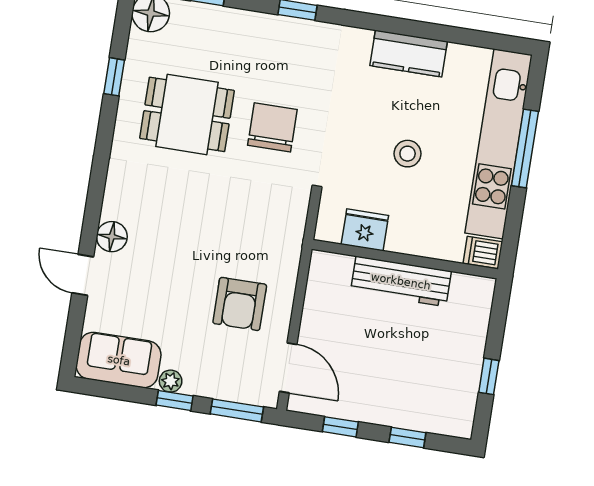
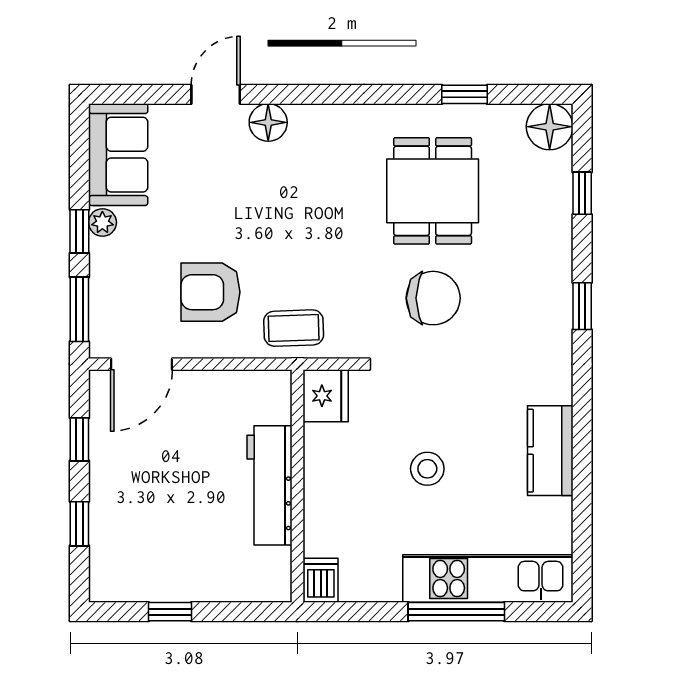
kitchen unit: (499, 144) -> (488, 578), width x0.73
fridge: (365, 230) -> (326, 396), moved
coffee table: (279, 242) -> (294, 328), added

